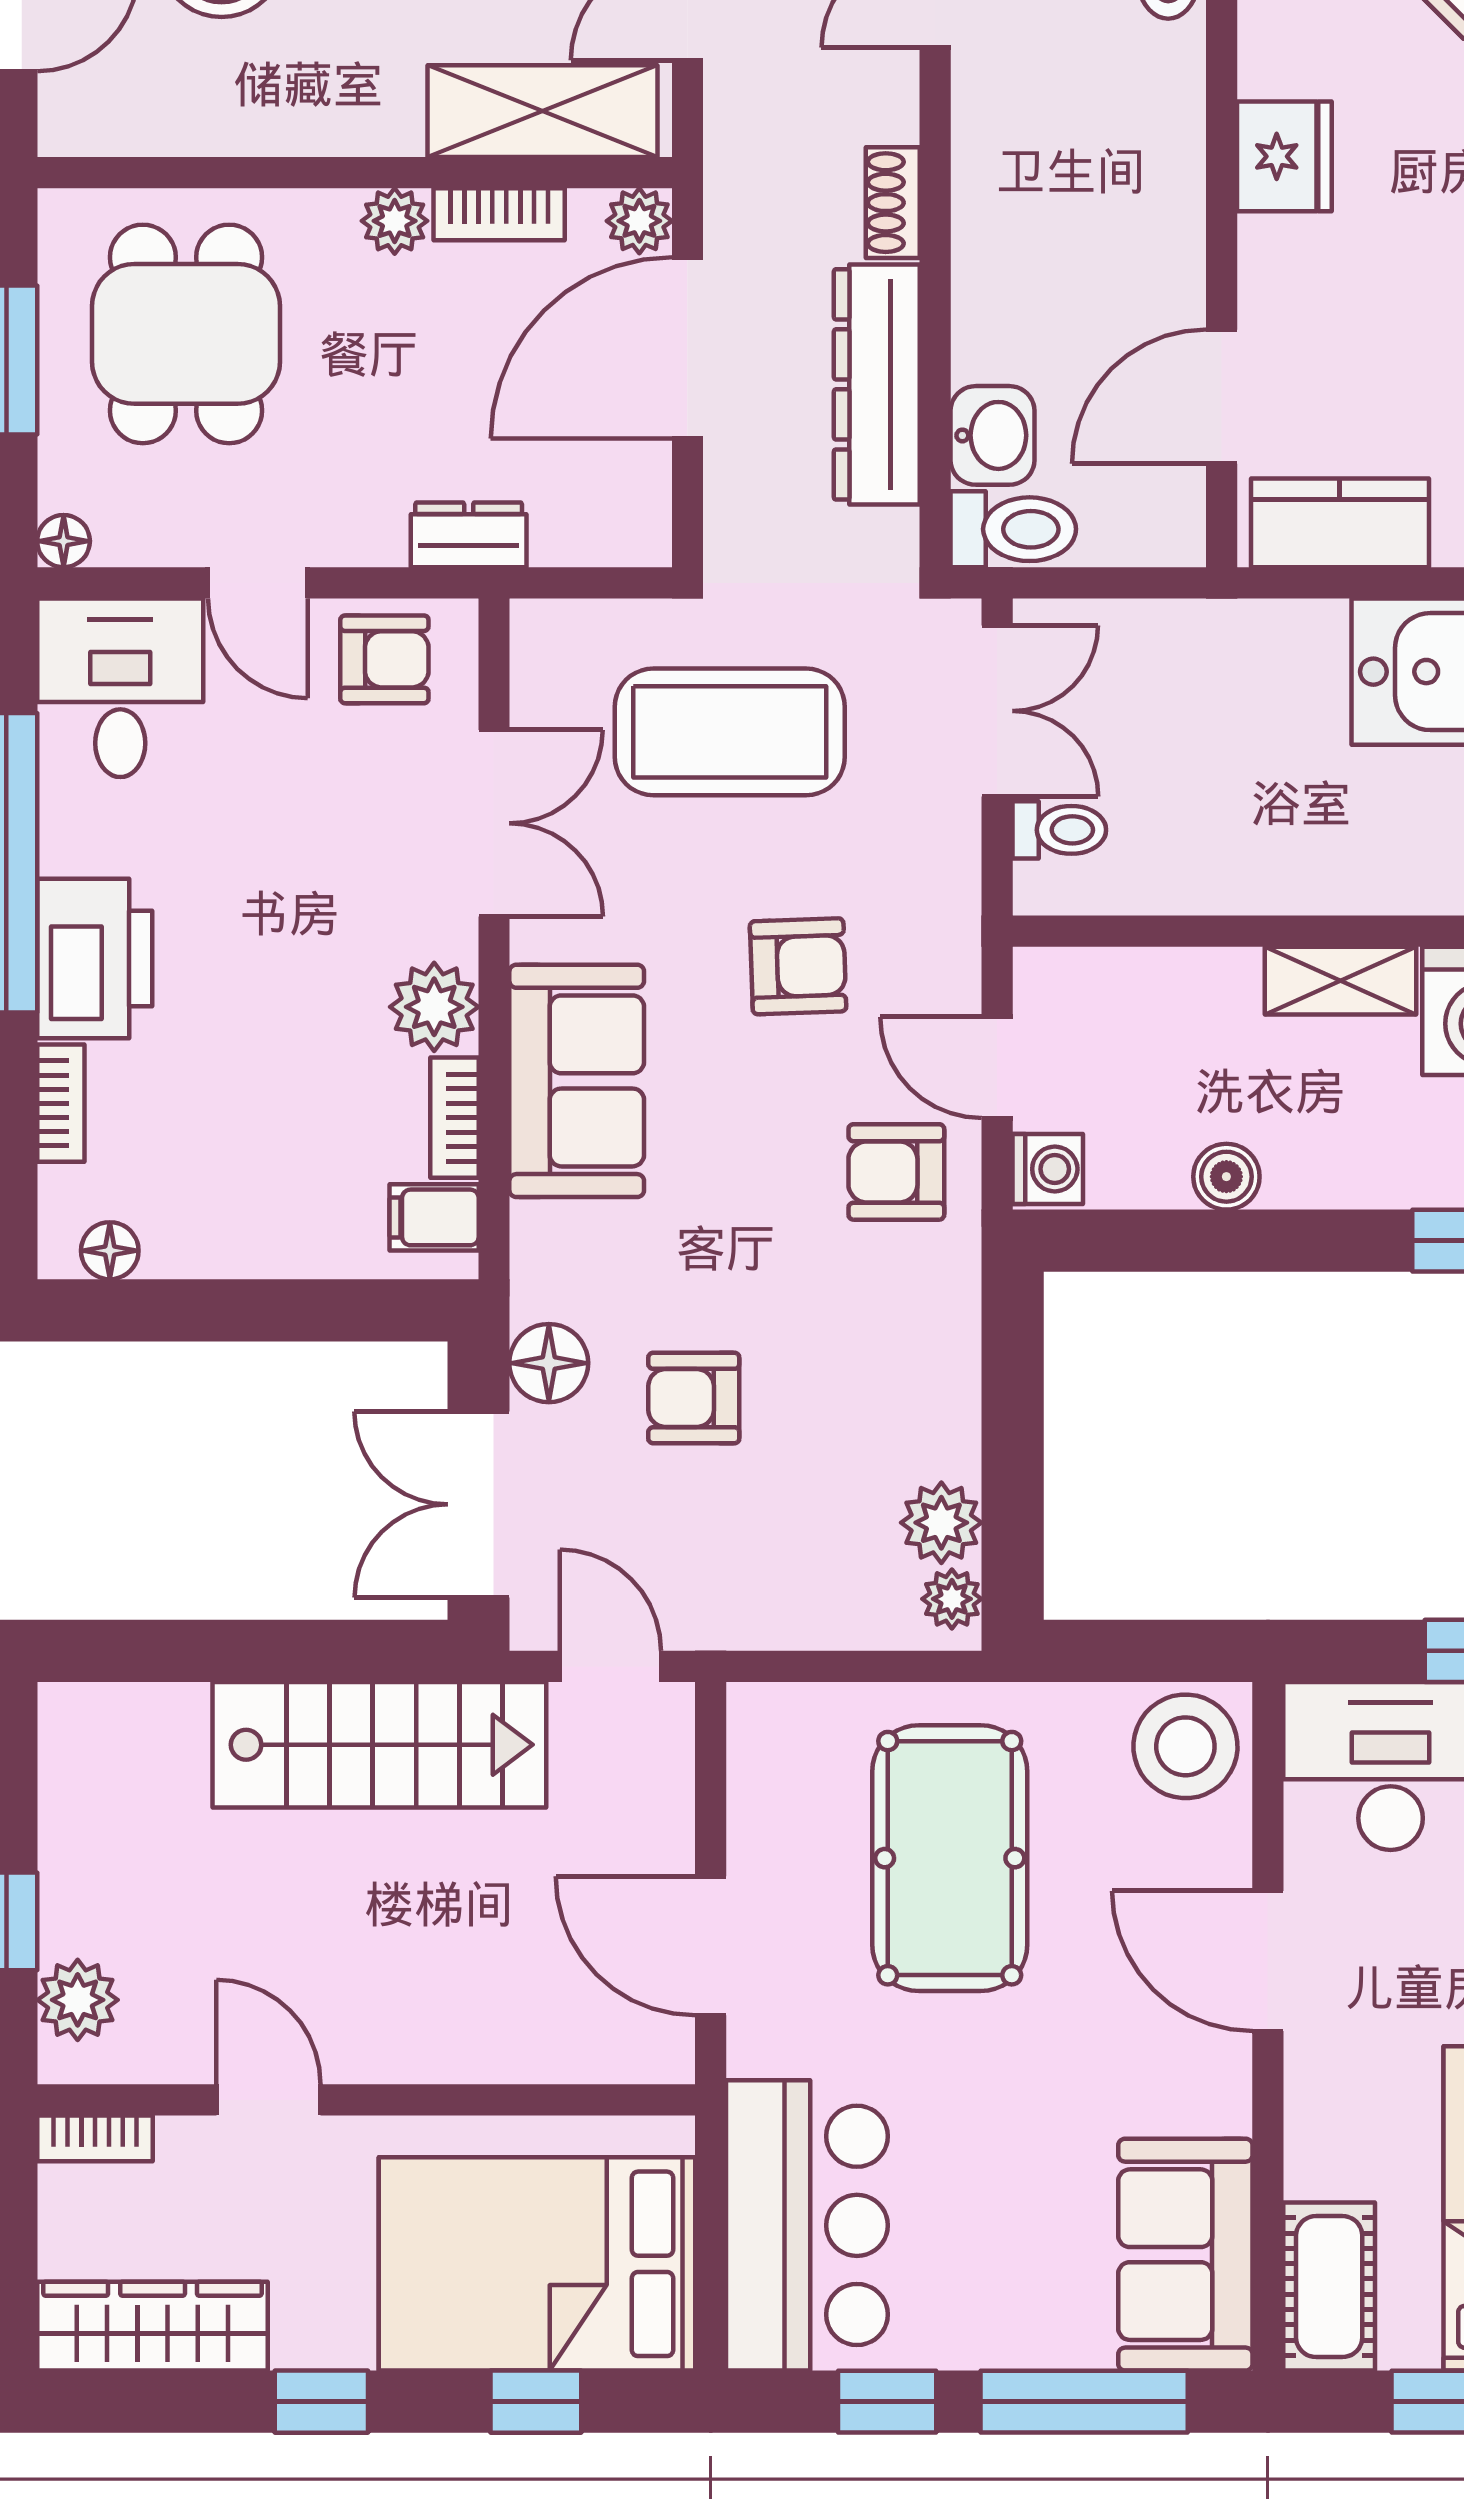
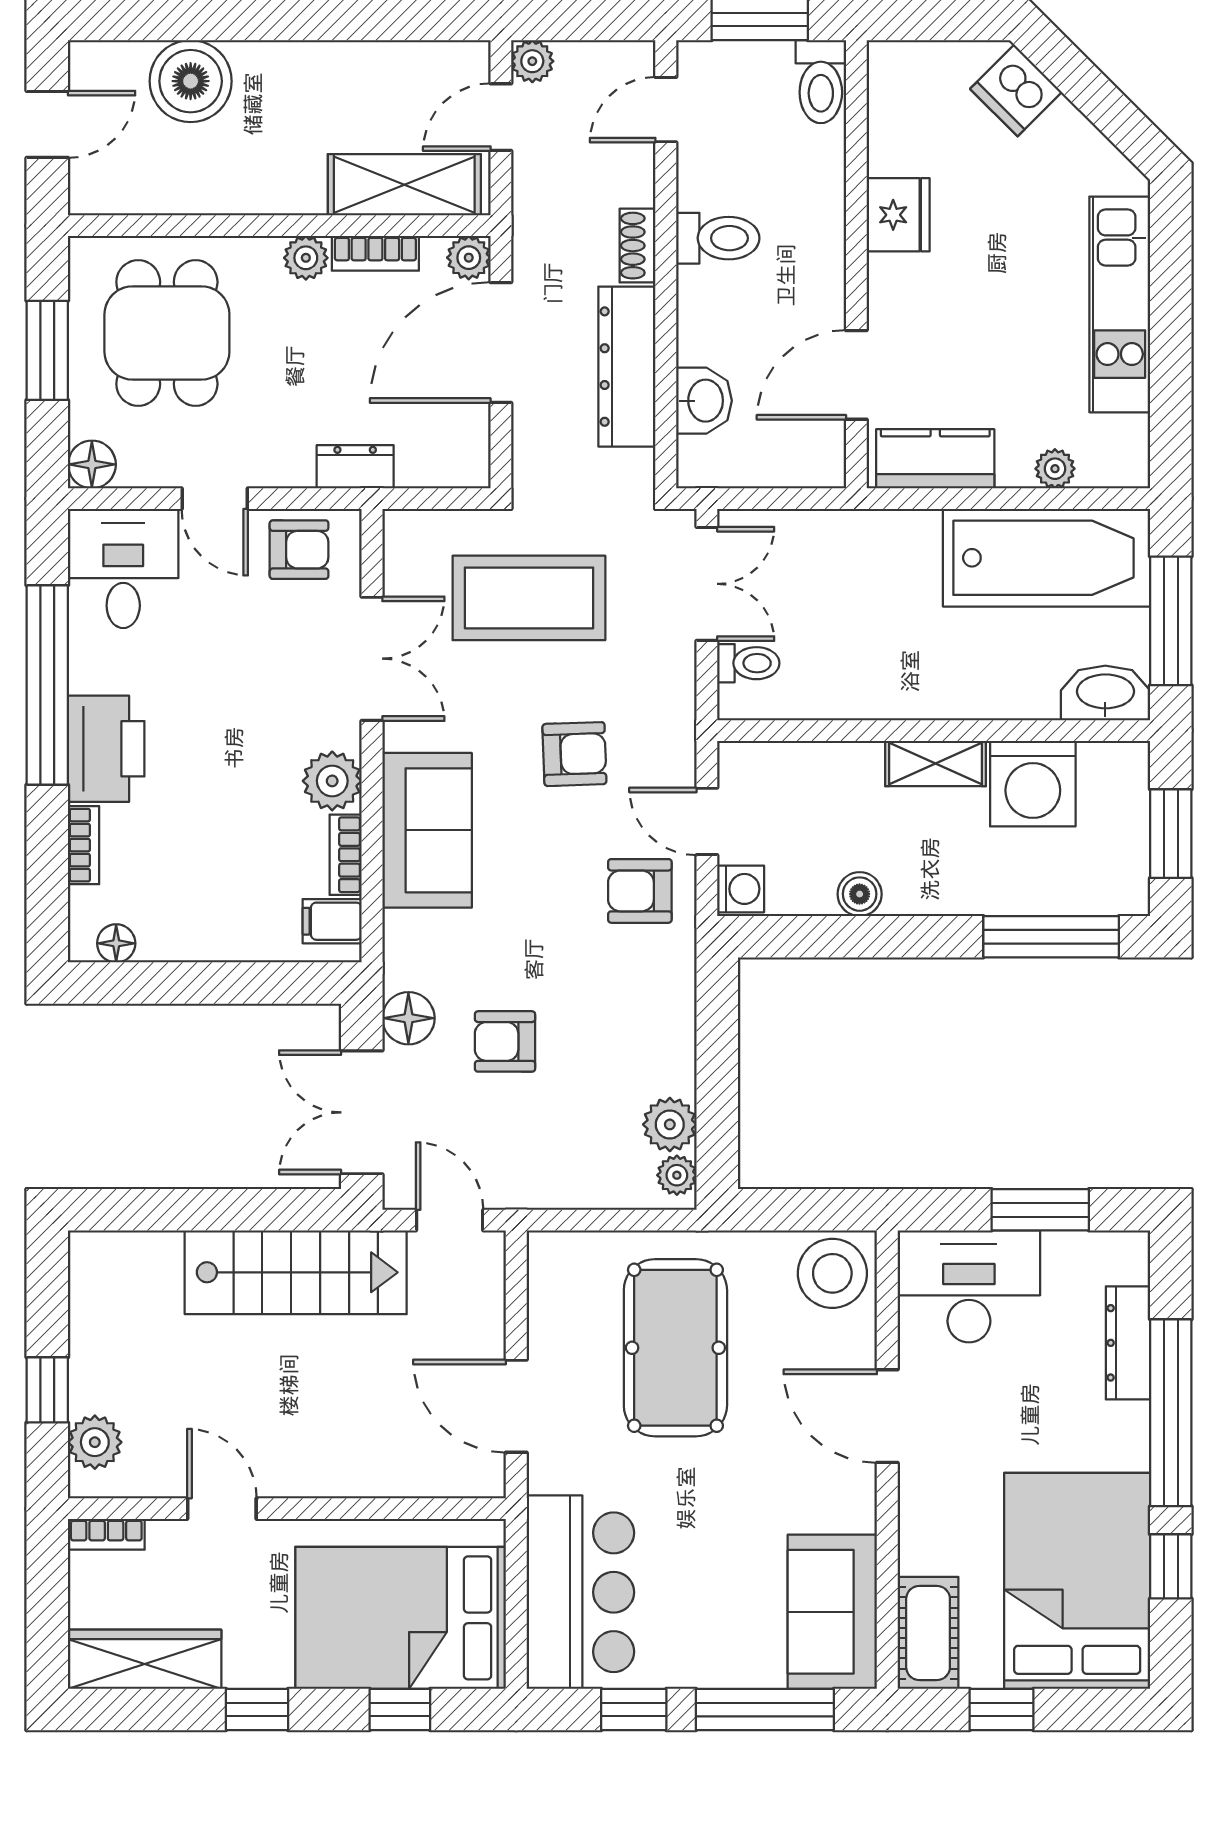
toilet: (1013, 529) -> (718, 238), moved
floor lamp: (64, 541) -> (92, 464), width x1.37, depth x1.37

